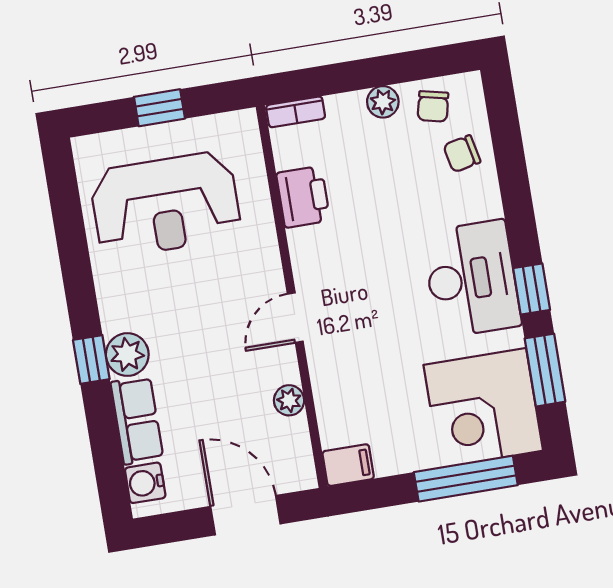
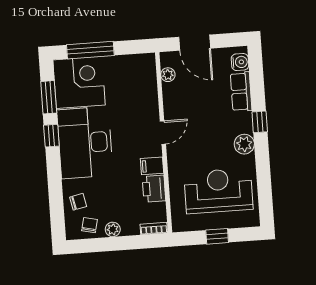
desk: (472, 279) -> (85, 143), width x1.36, depth x1.30
plant: (127, 355) -> (244, 144), moved
plant: (289, 400) -> (168, 75), moved
filing cabinet: (348, 465) -> (152, 166), moved

